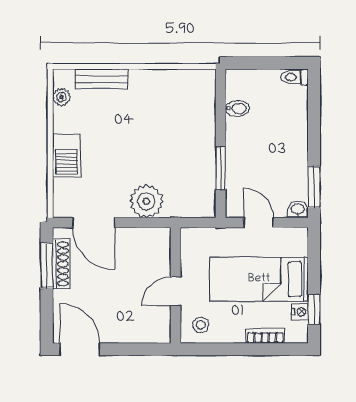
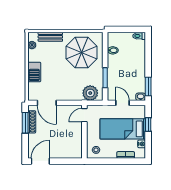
parasol: (169, 113) -> (81, 52), added
plant: (146, 201) -> (90, 93), moved
door: (176, 291) -> (84, 115), moved
window: (314, 309) -> (148, 124), moved
door: (80, 349) -> (40, 161), hinge flipped

